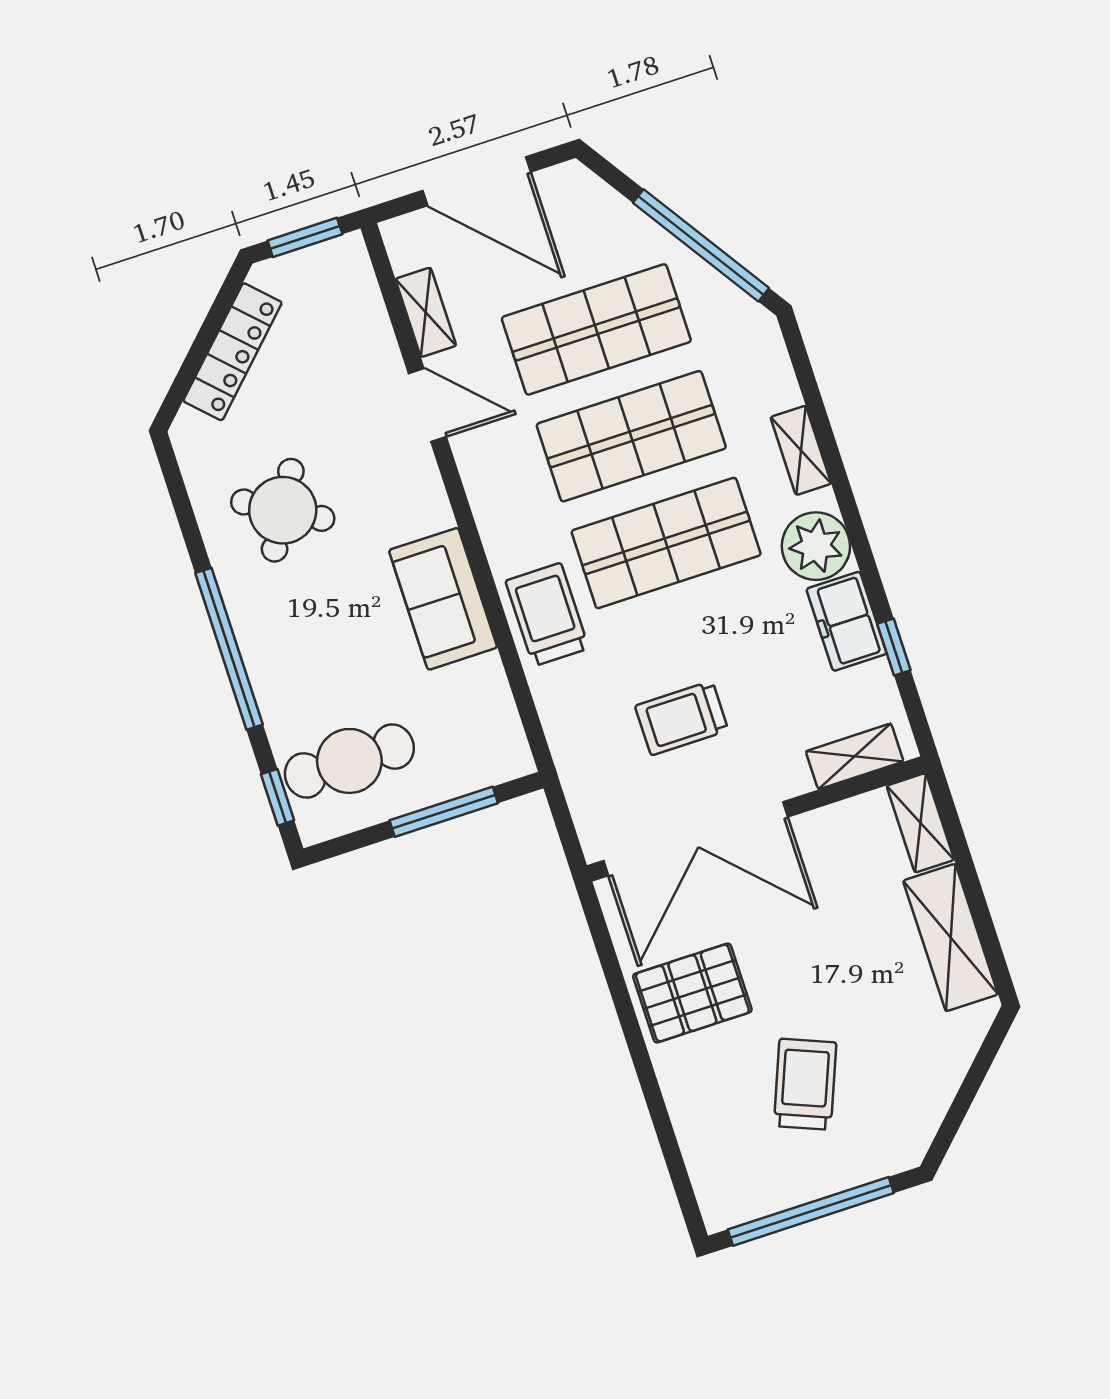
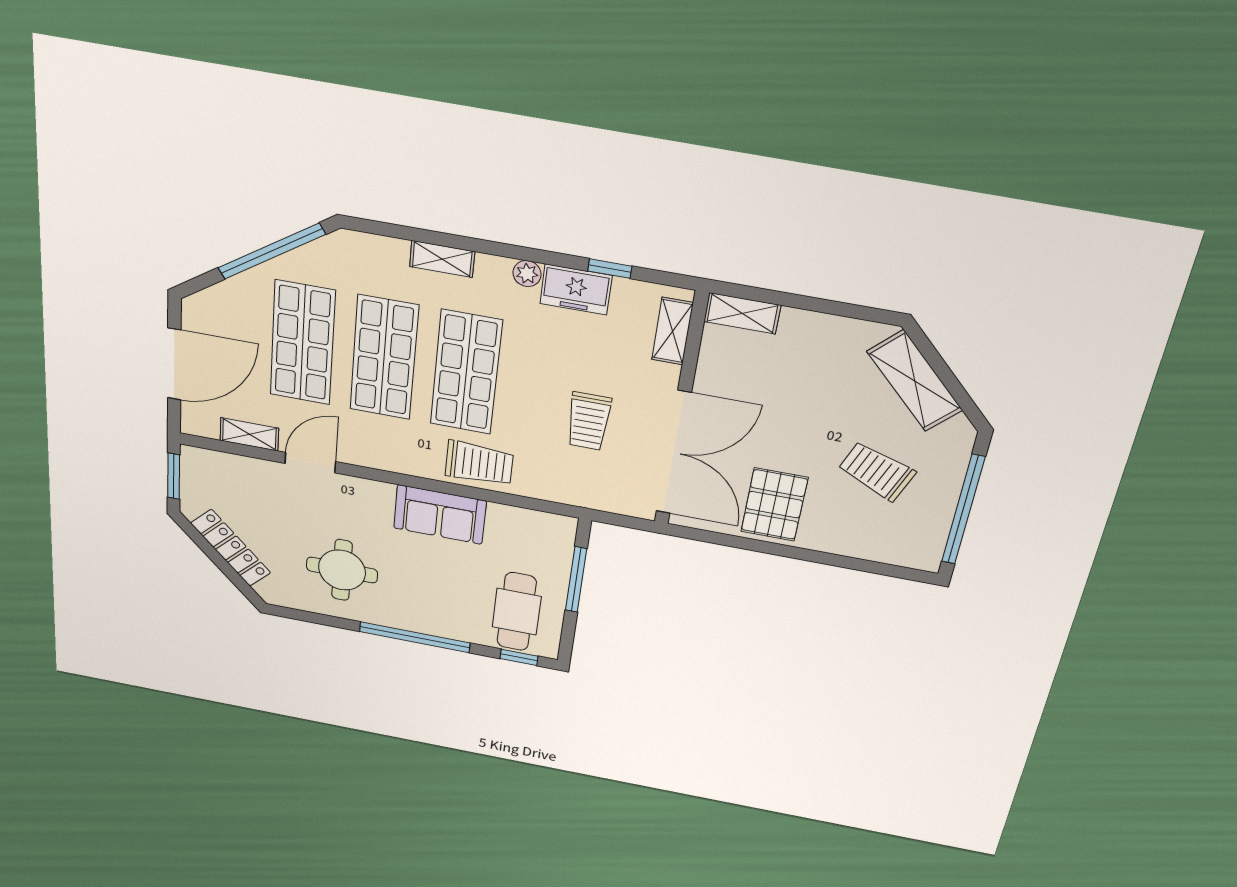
round table: (283, 510) -> (342, 570), turned -30
plant: (816, 546) -> (527, 274), width x0.53, depth x0.53
trolley: (547, 615) -> (479, 463), turned 180
shelving: (951, 938) -> (915, 381), moved, turned 45

